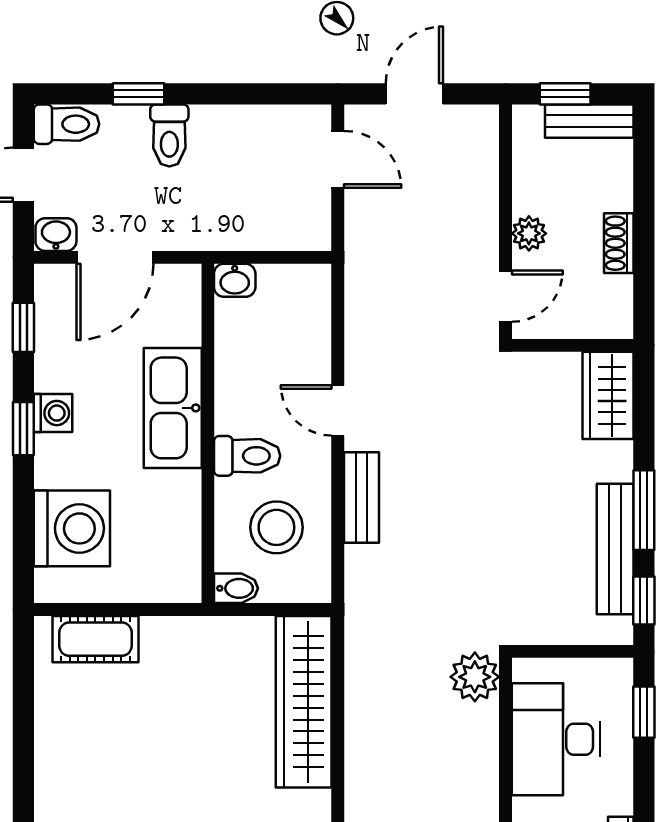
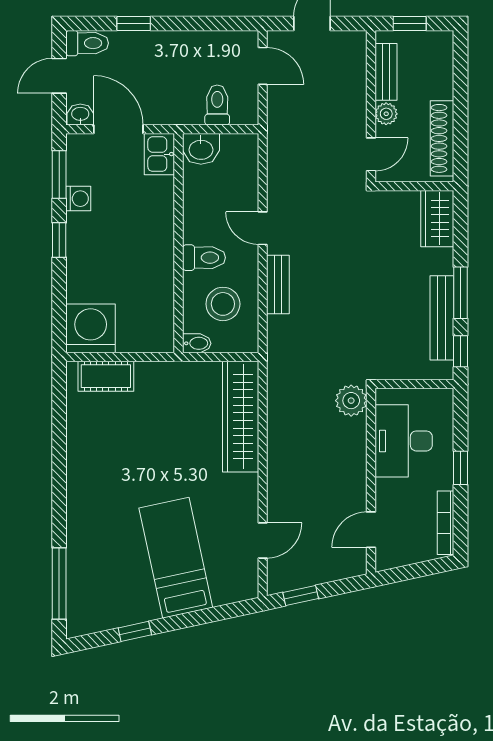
bench: (589, 121) -> (386, 72), moved, turned 90
toilet: (169, 135) -> (217, 105), moved, turned 180
shoe rack: (619, 243) -> (442, 138), width x1.94, depth x1.24
door: (115, 257) -> (118, 129), swing flipped
washbasin: (235, 280) -> (201, 149), width x1.38, depth x1.45
window: (23, 327) -> (59, 175), width x1.50
kitchen sink: (173, 408) -> (159, 154), moved, width x0.53, depth x0.81
washing machine: (53, 413) -> (78, 199), moved
washing machine: (72, 528) -> (91, 328), moved, turned -90
window: (644, 712) -> (461, 468), moved

